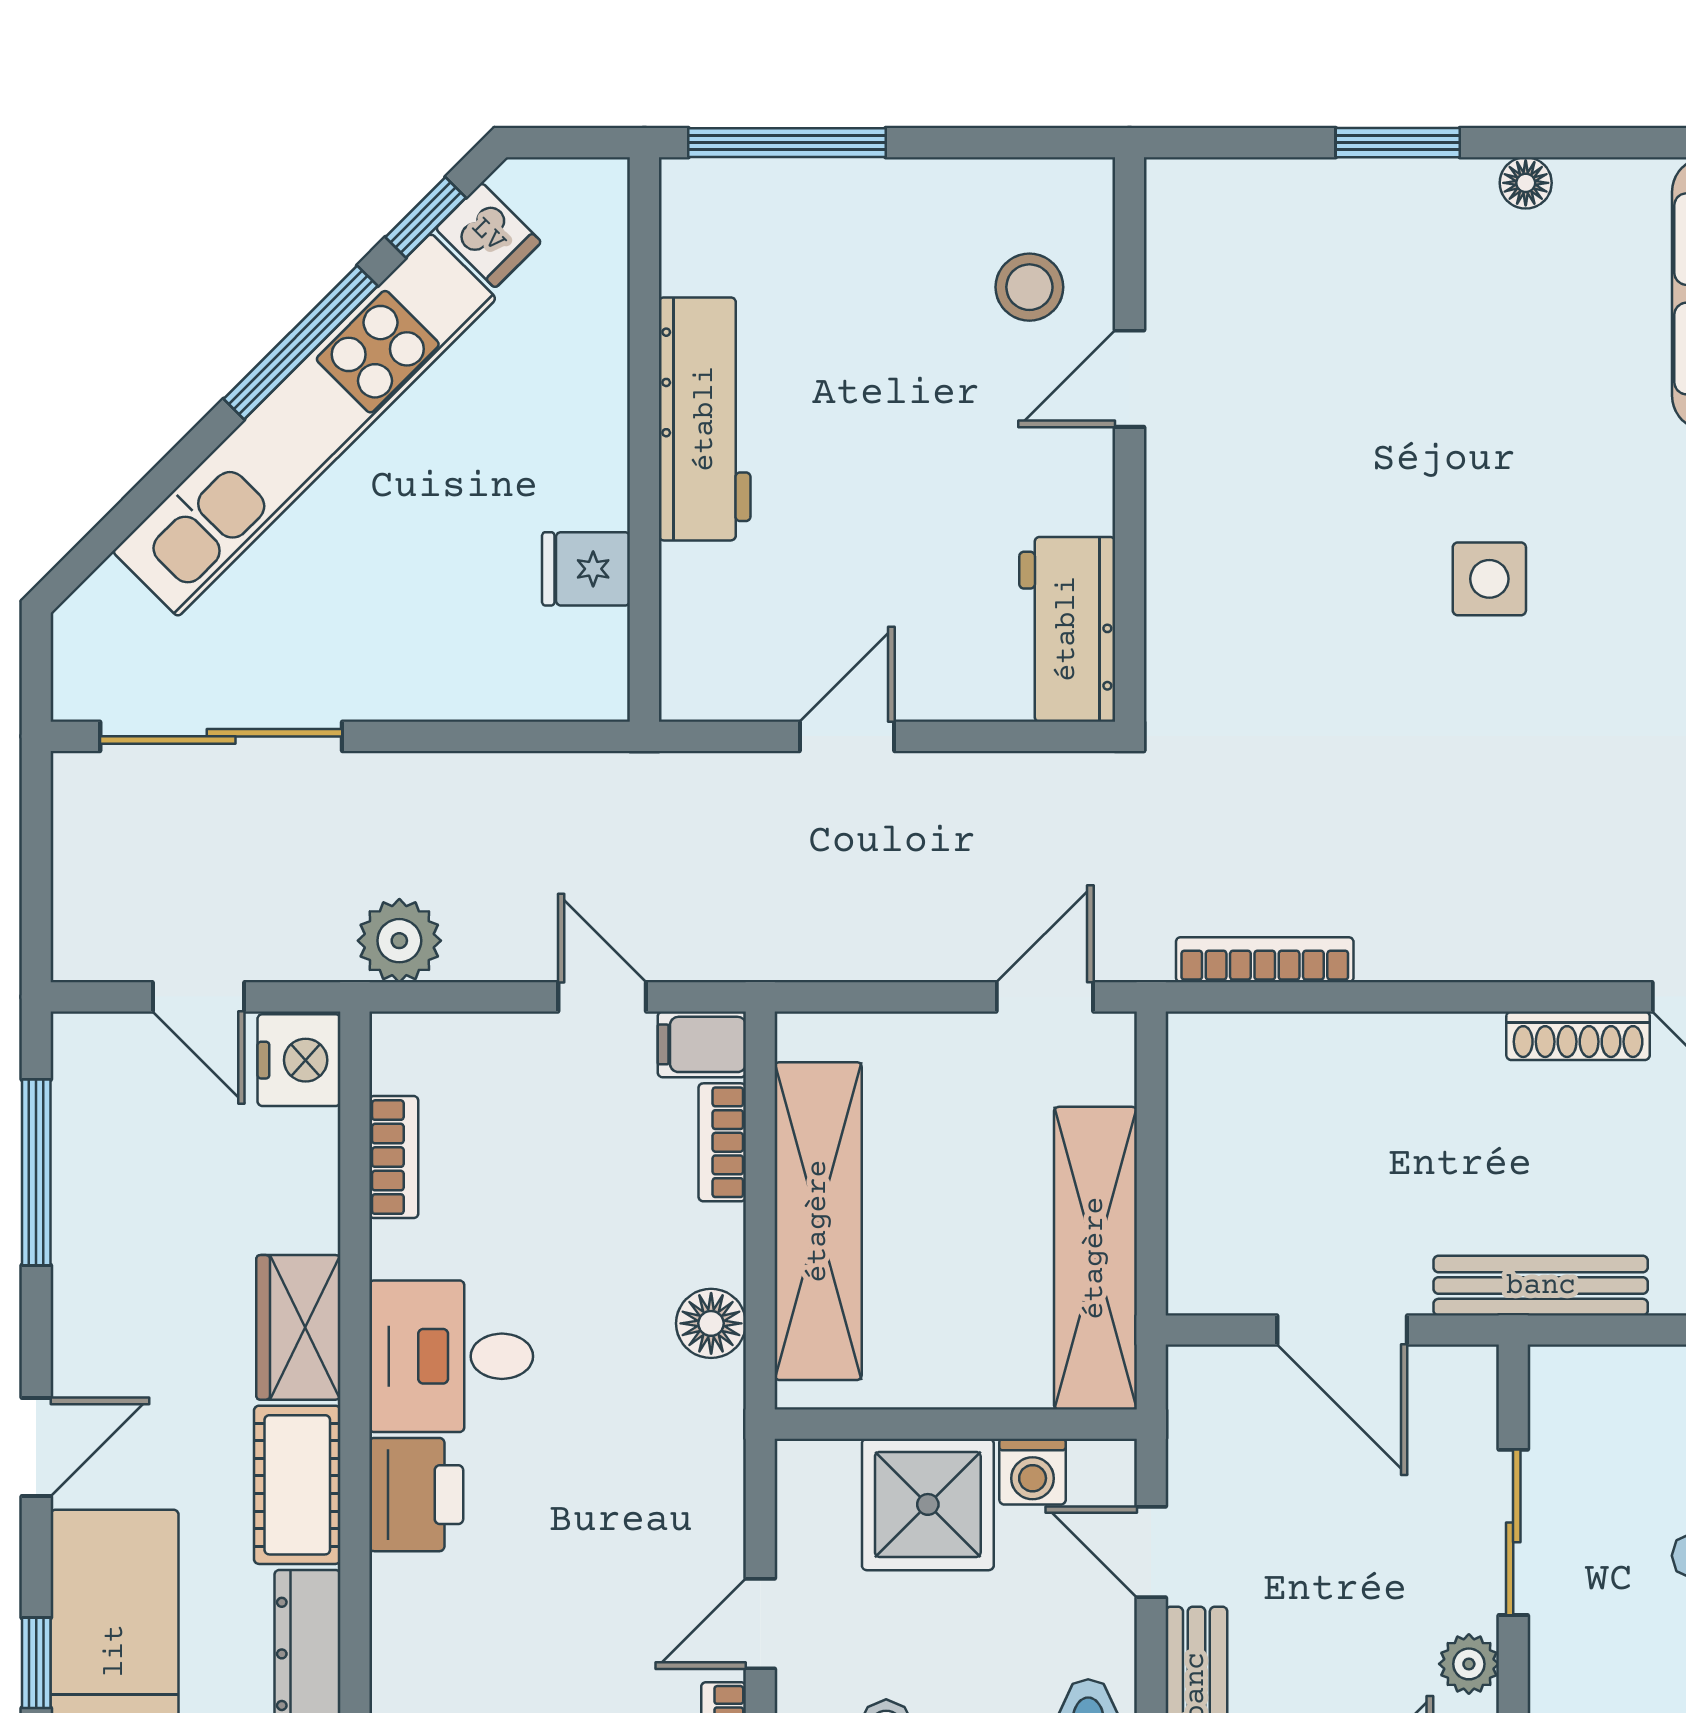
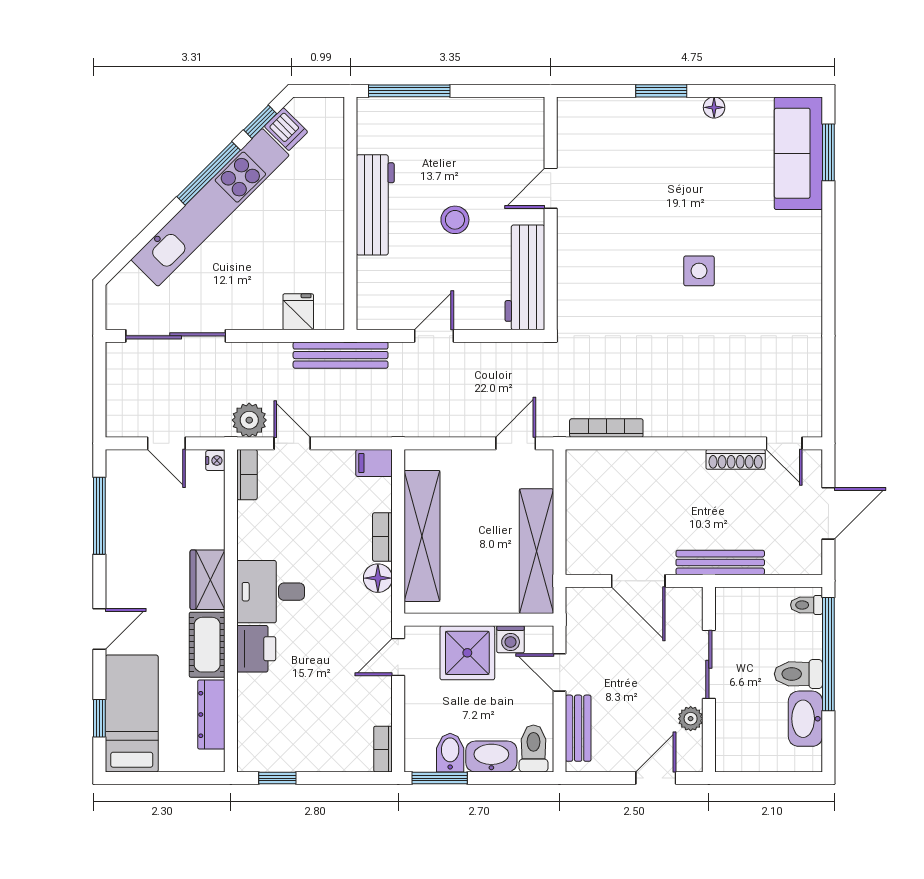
stool: (1029, 287) -> (455, 220), moved
fridge: (586, 569) -> (298, 312), moved, turned 90
workbench: (1067, 629) -> (525, 277), width x1.37
bench: (621, 783) -> (341, 355), added
door: (602, 997) -> (292, 443), moved
nightstand: (299, 1060) -> (215, 461), width x0.53, depth x0.56
bookcase: (722, 1142) -> (382, 537), moved
bookcase: (394, 1157) -> (247, 475), moved
door: (760, 1624) -> (398, 657), moved

